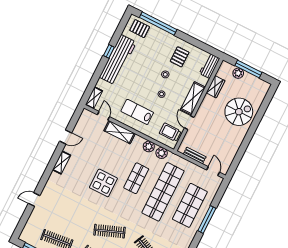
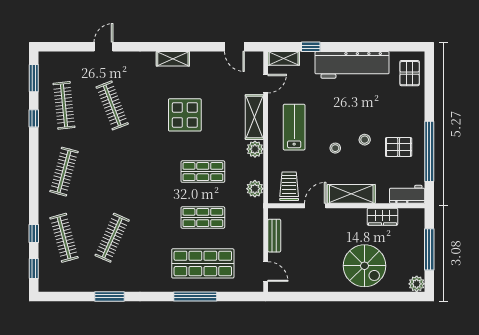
window: (158, 24) -> (429, 151), moved
window: (109, 51) -> (311, 47), moved
plant: (238, 73) -> (417, 284), moved
door: (66, 137) -> (234, 47), moved
plant: (149, 146) -> (255, 149), moved
door: (213, 171) -> (266, 272), hinge flipped
display table: (103, 183) -> (185, 115), moved
shop shelf: (163, 192) -> (203, 218), width x0.50, depth x0.74
door: (34, 199) -> (103, 47), hinge flipped
clothes rail: (109, 231) -> (112, 105), moved

